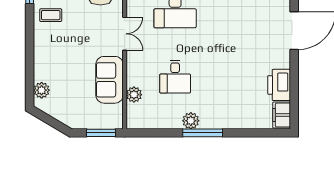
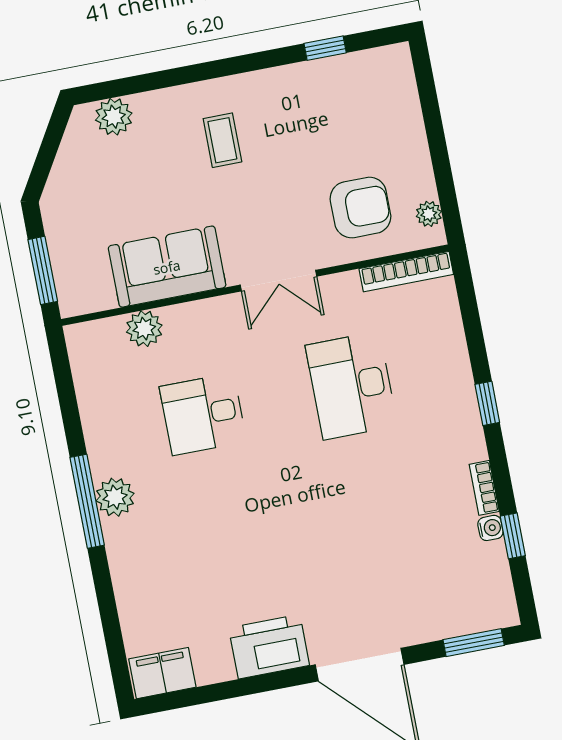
coffee table: (51, 15) -> (222, 140), moved
printer: (279, 85) -> (269, 647), moved
plant: (191, 121) -> (115, 497), moved

